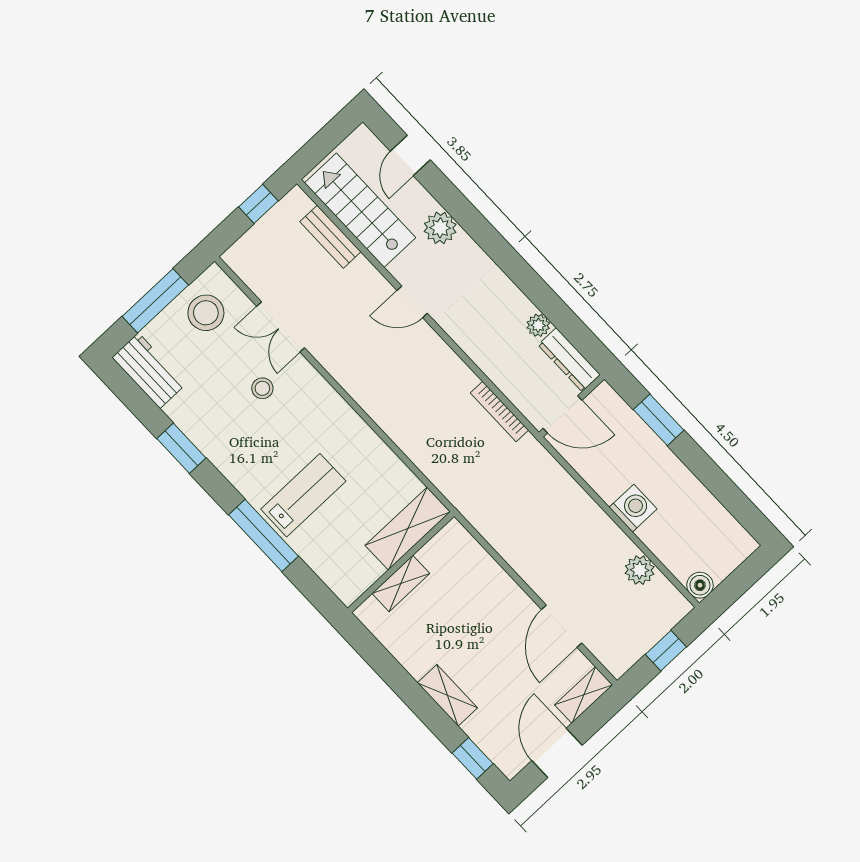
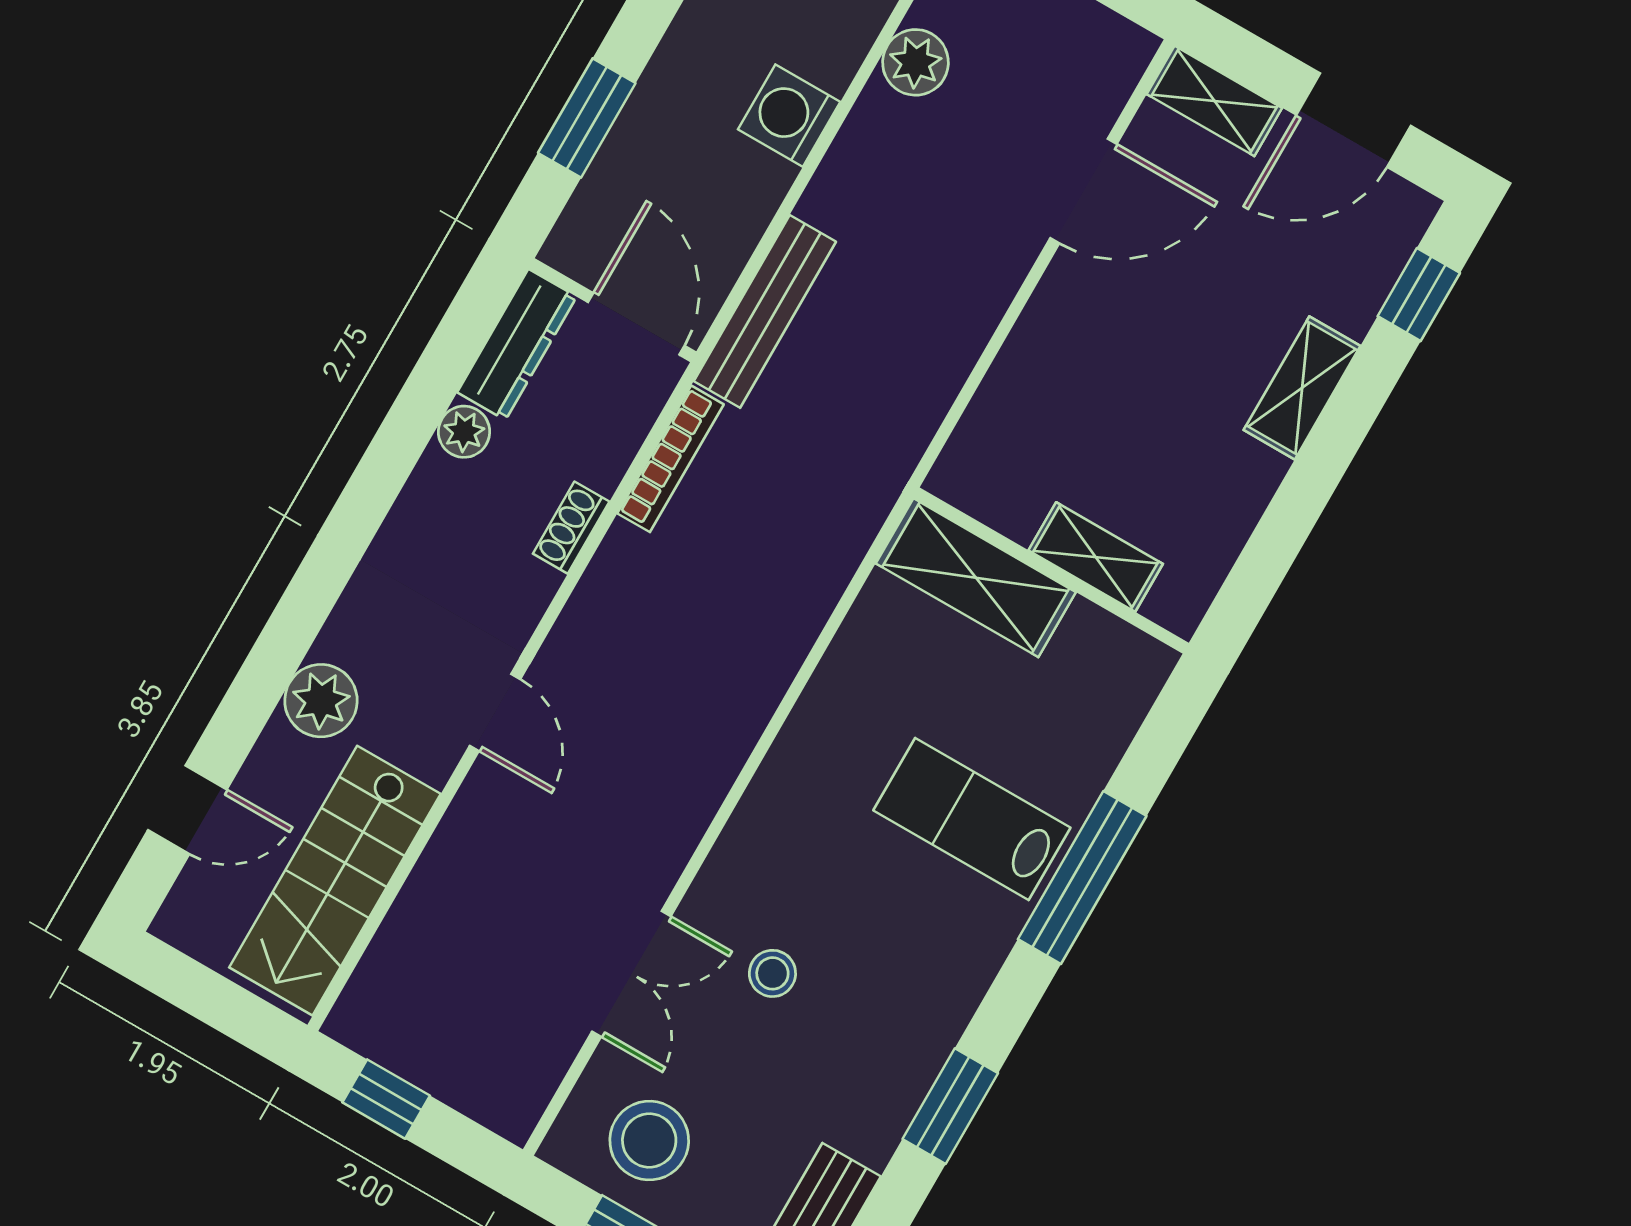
bench: (330, 237) -> (765, 311), moved, width x1.36
shoe rack: (483, 359) -> (571, 528), added

